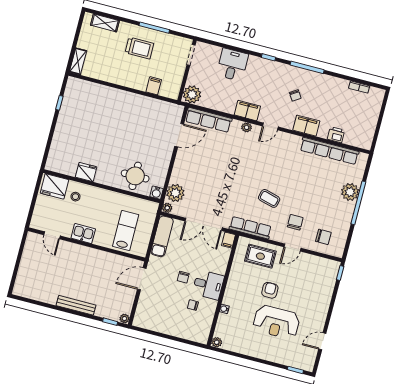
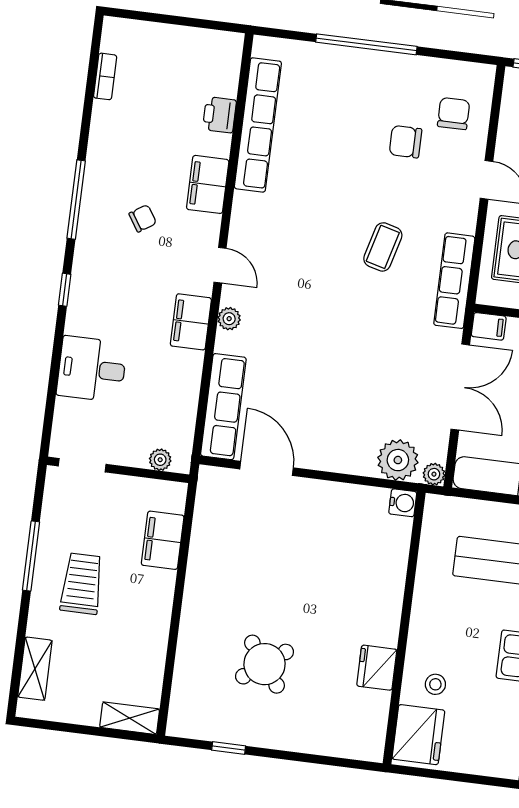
filing cabinet: (154, 86) -> (163, 540), width x2.00
plant: (192, 94) -> (160, 460), width x0.53, depth x0.53
round table: (135, 176) -> (265, 664), moved, turned -37
plant: (350, 192) -> (344, 66), removed
chair: (295, 222) -> (405, 142), moved

